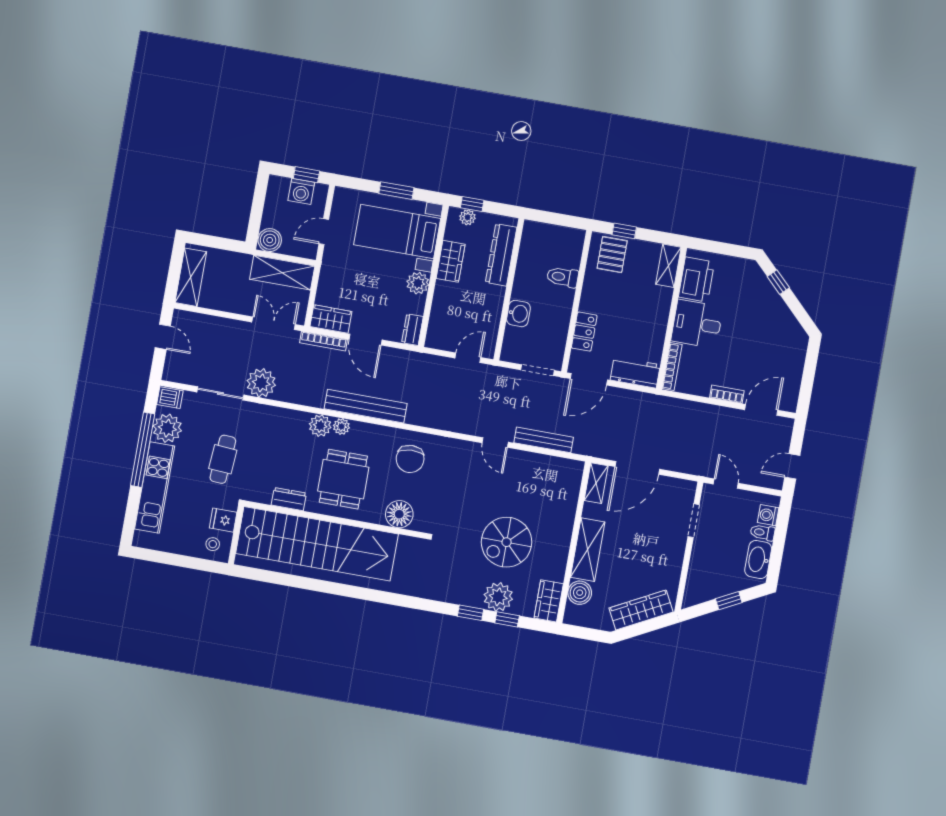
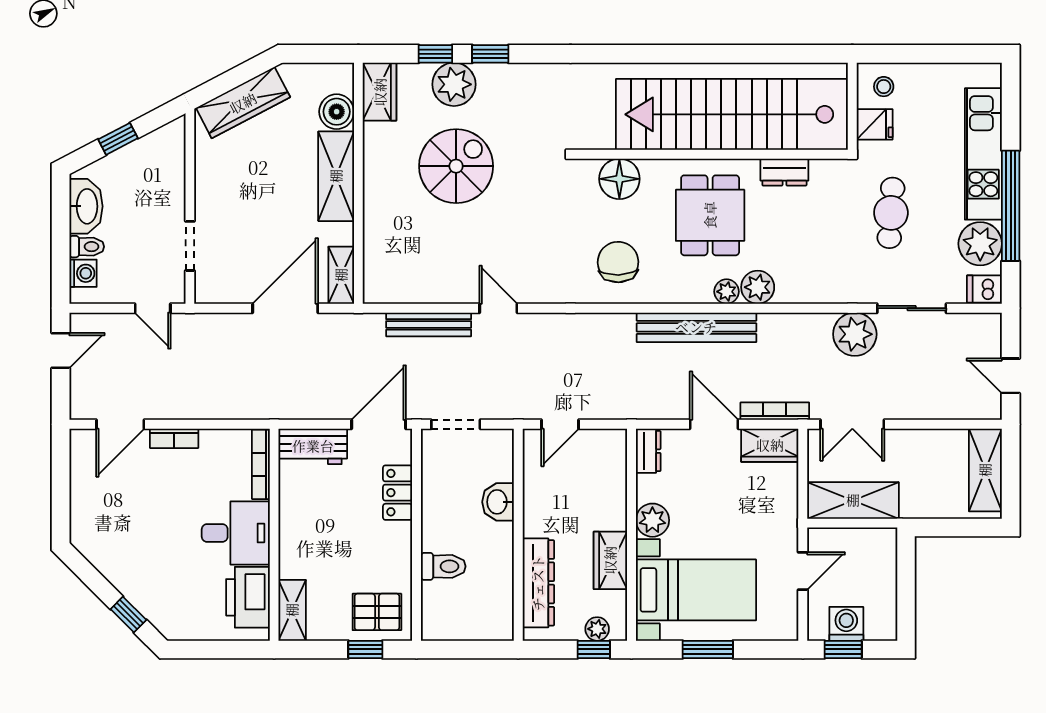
boiler: (270, 240) -> (880, 545), removed
pallet: (612, 255) -> (377, 612), turned 90

